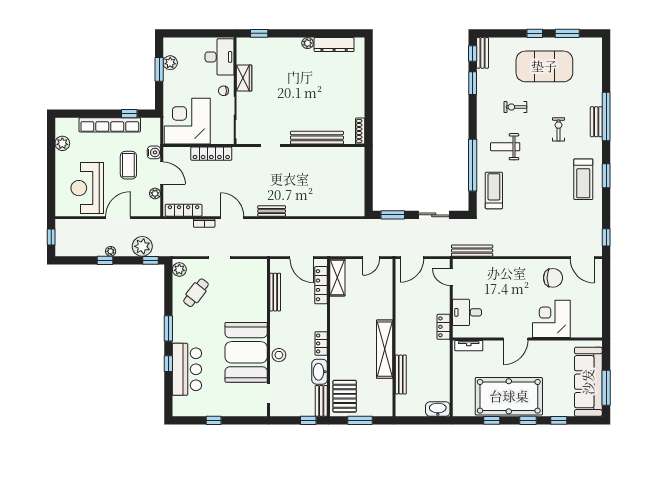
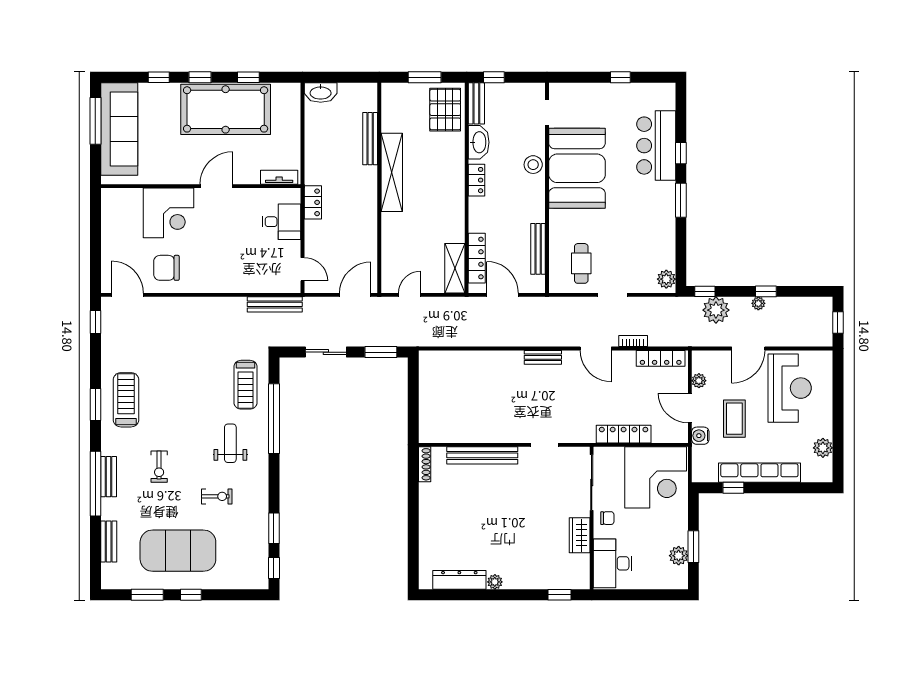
bench: (483, 53) -> (109, 541), moved
weight bench: (505, 147) -> (230, 443), turned -90
cafe table: (196, 293) -> (581, 263), moved, turned -38

